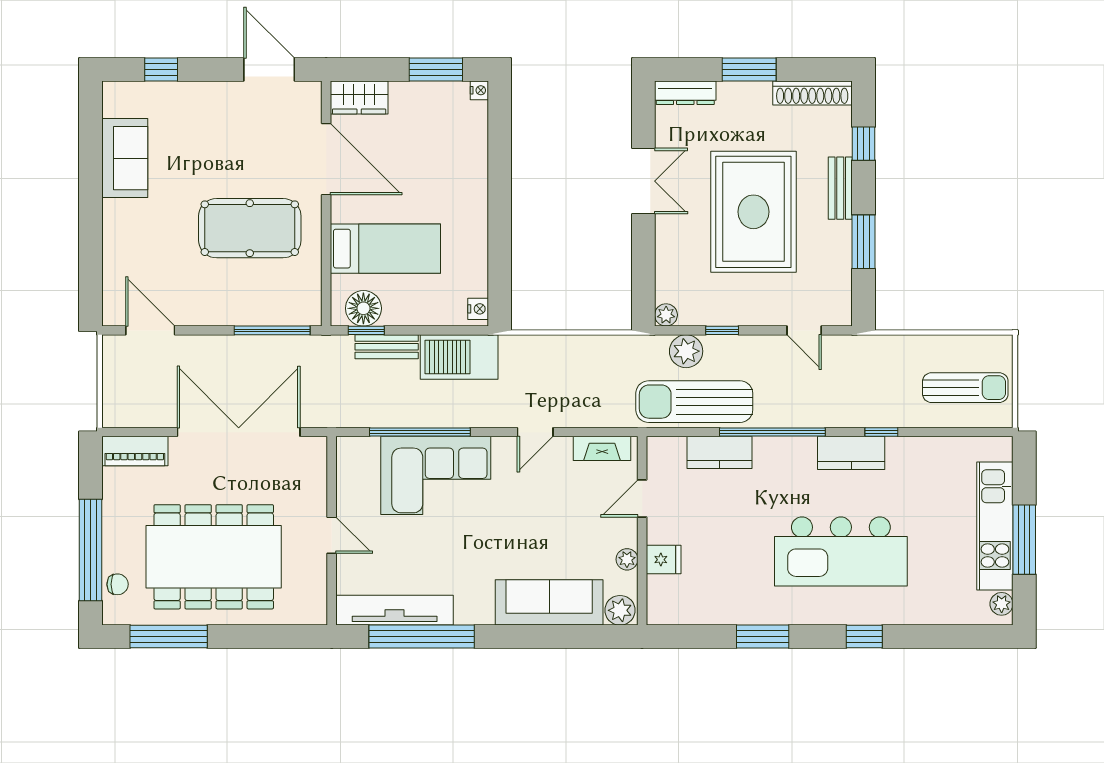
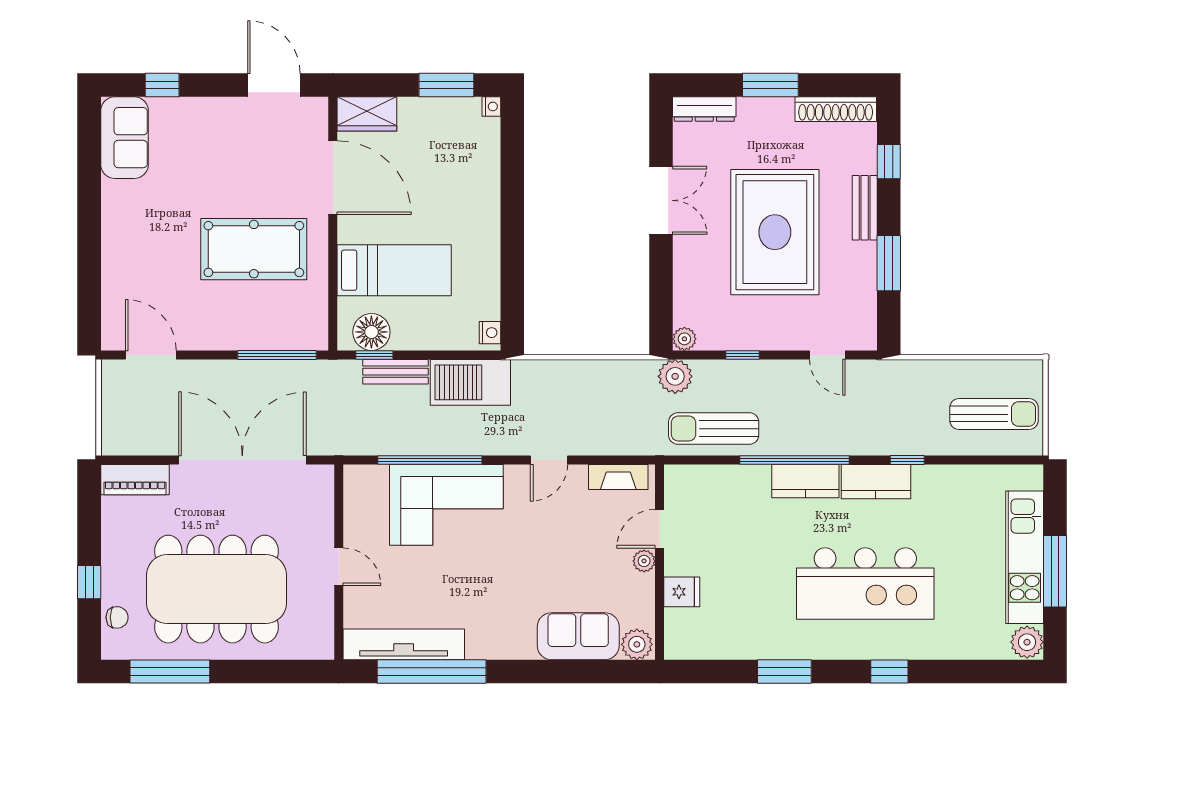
sofa: (125, 158) -> (125, 138), moved
plant: (686, 351) -> (675, 376), moved
sun lounger: (694, 402) -> (714, 429), width x0.73, depth x0.75
kitchen counter: (719, 452) -> (805, 481), moved
window: (91, 550) -> (89, 582), width x0.32
plant: (627, 559) -> (644, 561), moved
sofa: (549, 602) -> (578, 636), width x0.73
plant: (1002, 604) -> (1027, 642), width x1.38, depth x1.38

